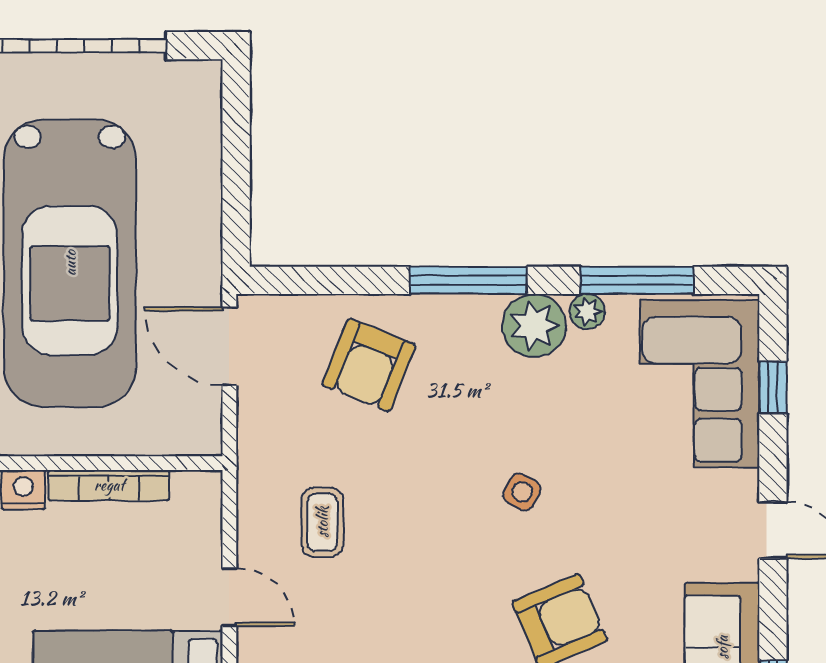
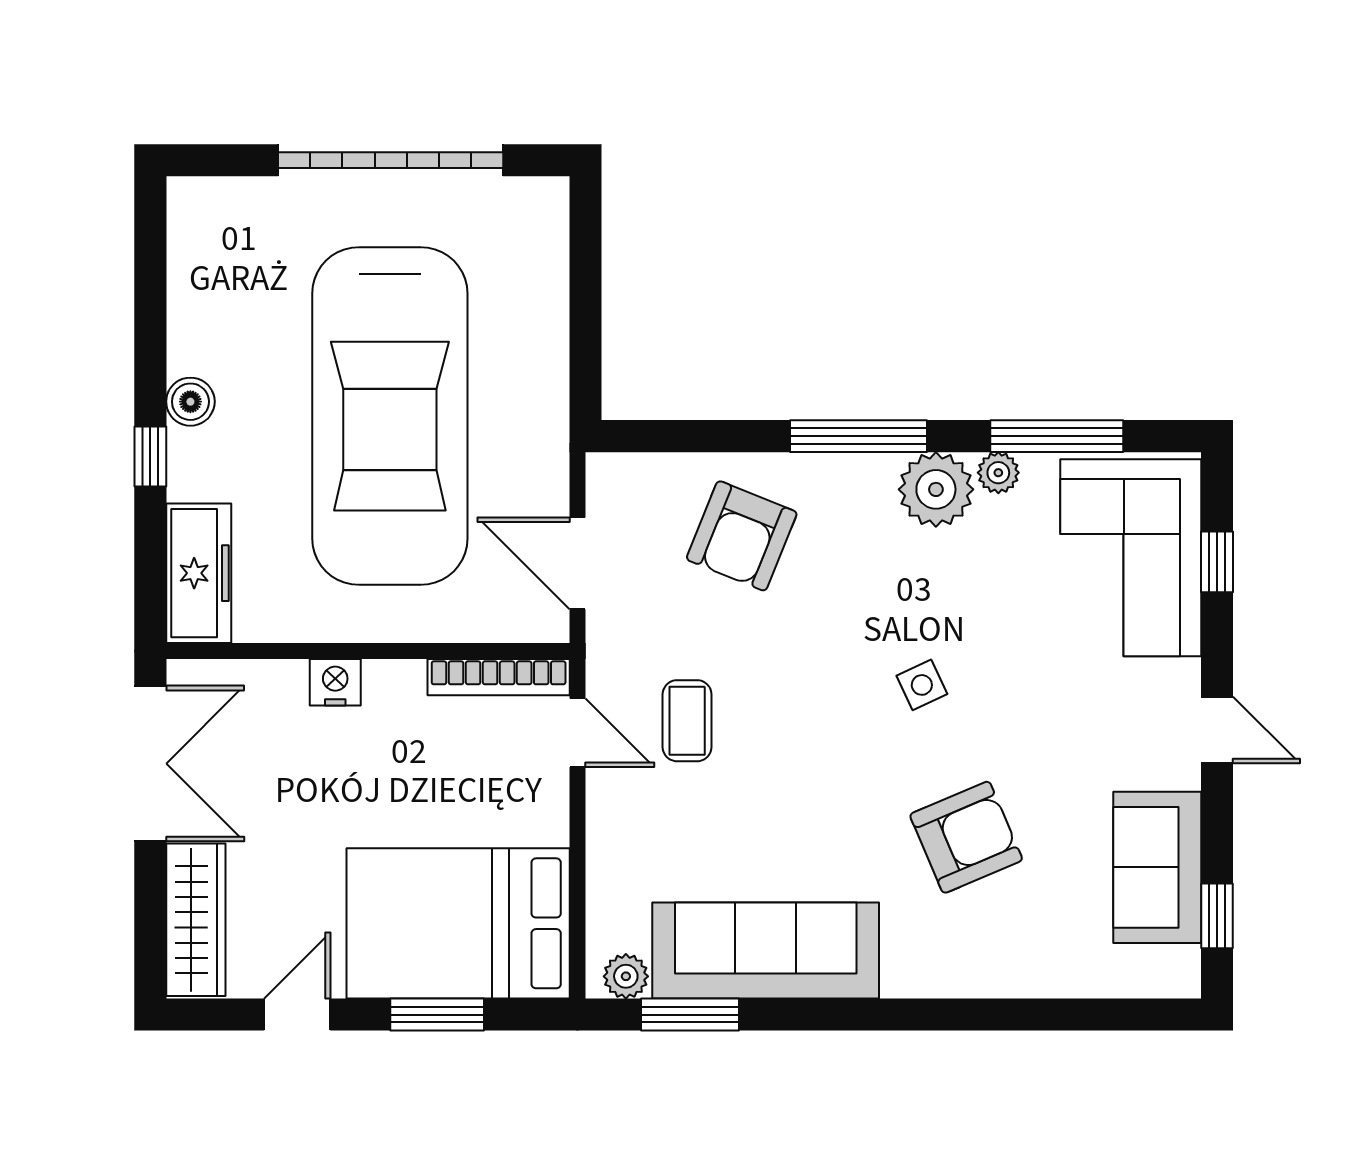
door: (229, 346) -> (578, 563), moved
bookcase: (109, 485) -> (499, 677), moved
side table: (522, 492) -> (922, 685), turned 37
door: (229, 597) -> (578, 733), moved

